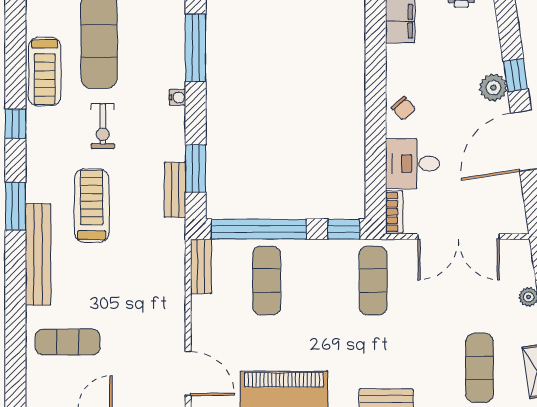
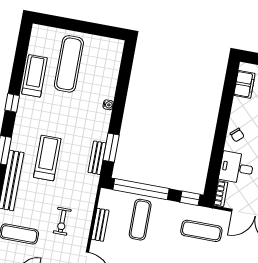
window: (196, 48) -> (124, 78), removed
treadmill: (45, 72) -> (34, 76), turned 180
exercise bike: (103, 126) -> (62, 221), moved
bench: (201, 266) -> (100, 225), moved
exercise mat: (373, 281) -> (201, 231), turned 90

